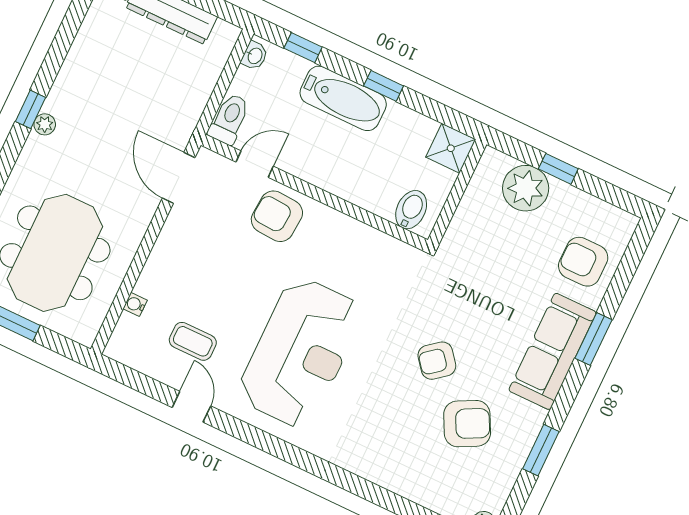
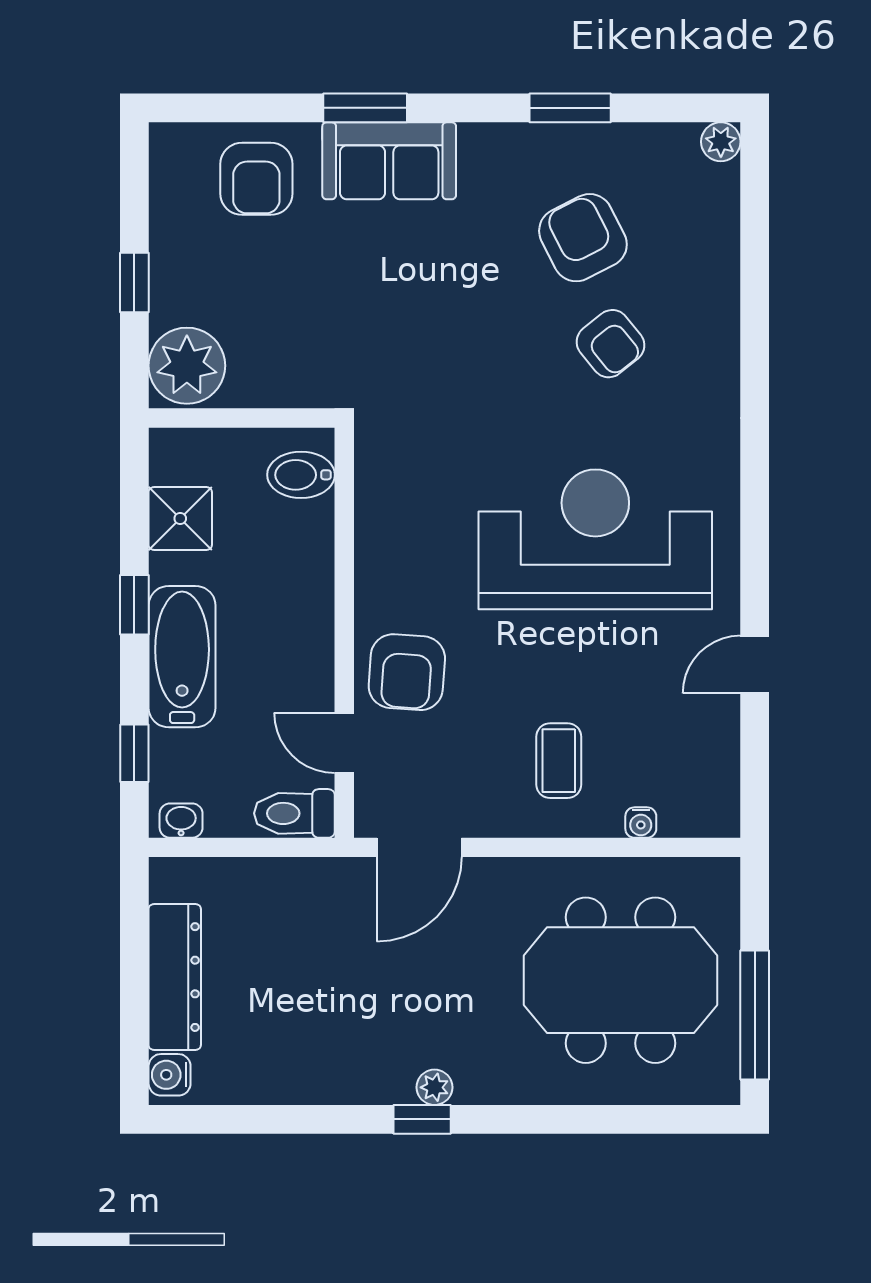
shower: (451, 148) -> (180, 519), moved
plant: (526, 188) -> (187, 366), moved
coffee table: (193, 341) -> (559, 761), moved
sofa: (552, 351) -> (389, 161), width x0.73
armchair: (437, 361) -> (610, 344), moved

